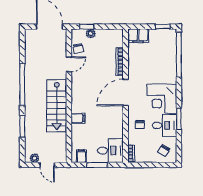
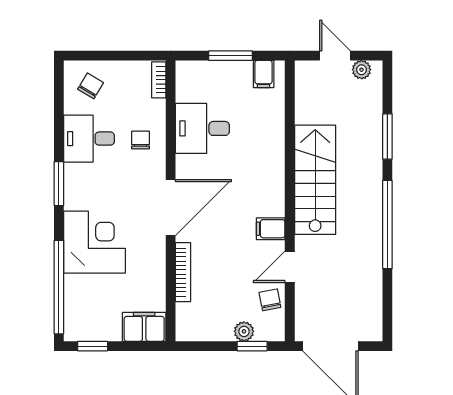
corner desk: (162, 99) -> (94, 242), moved
filing cabinet: (78, 118) -> (271, 229), moved
window: (179, 119) -> (59, 184), moved
desk: (110, 151) -> (202, 128), moved

